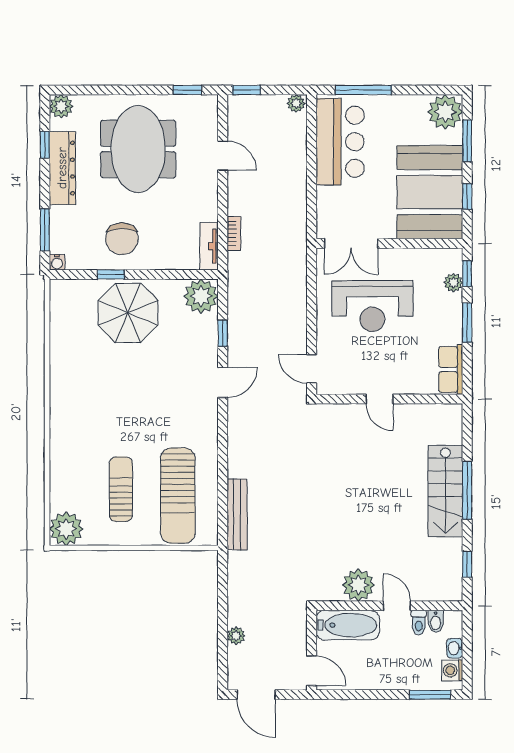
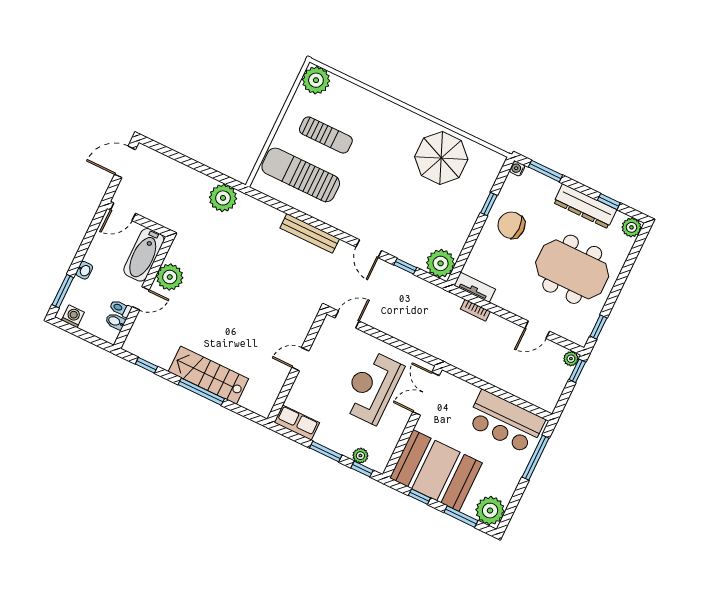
plant: (296, 103) -> (571, 359), moved
parasol: (128, 313) -> (441, 158), moved
bench: (237, 514) -> (310, 233), moved
plant: (236, 636) -> (223, 198), moved, width x1.87, depth x1.87
washbasin: (455, 648) -> (84, 270), moved, turned 90

